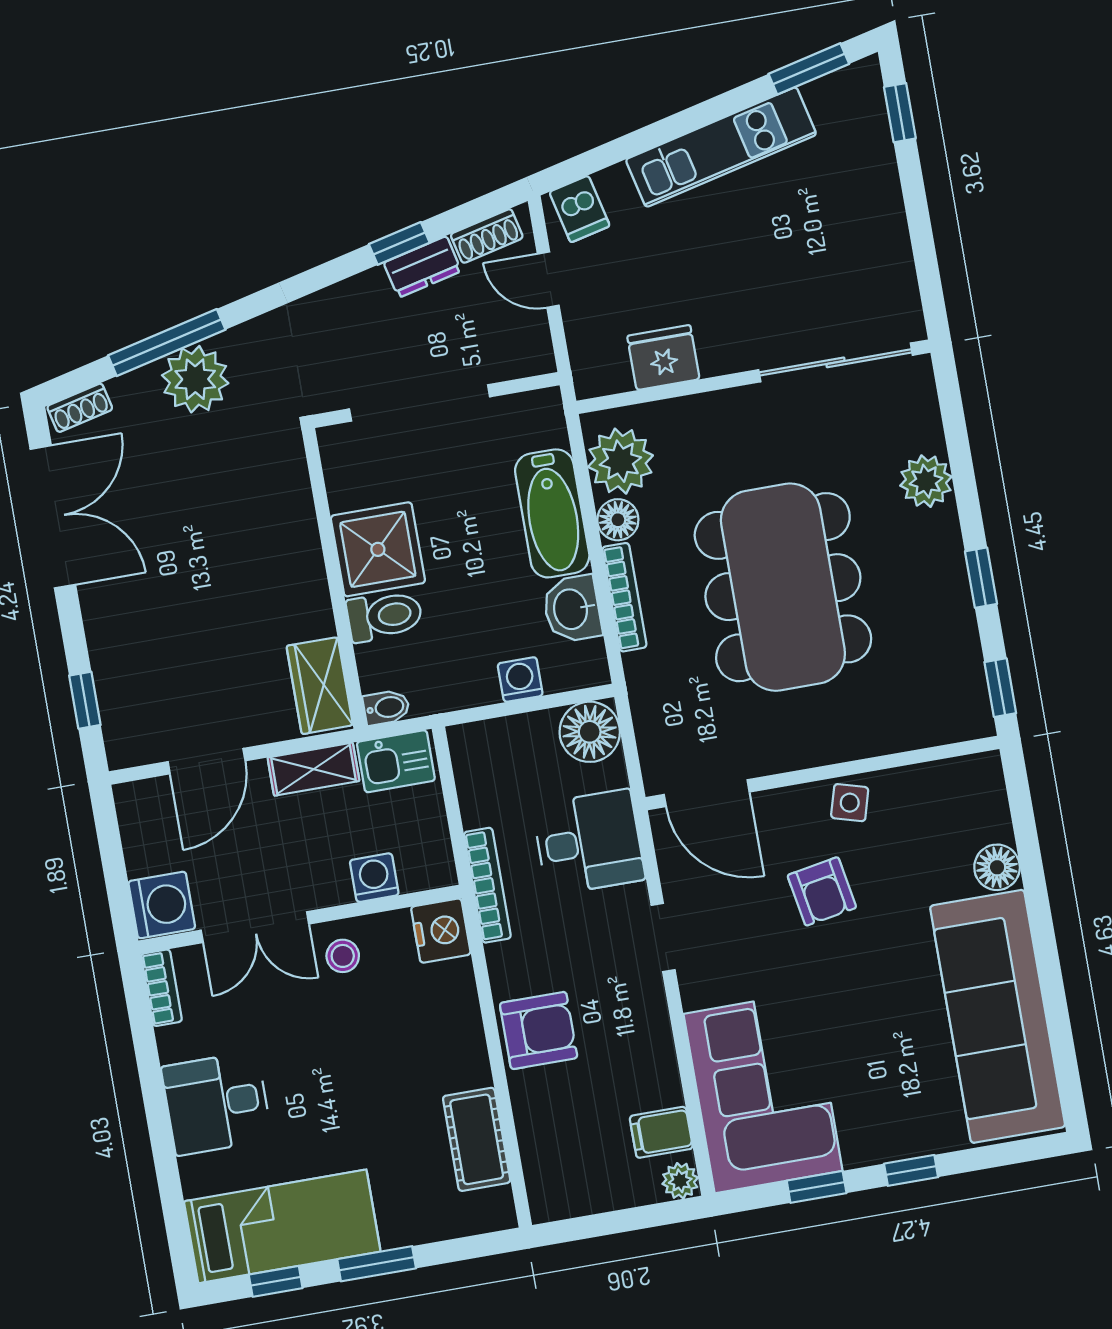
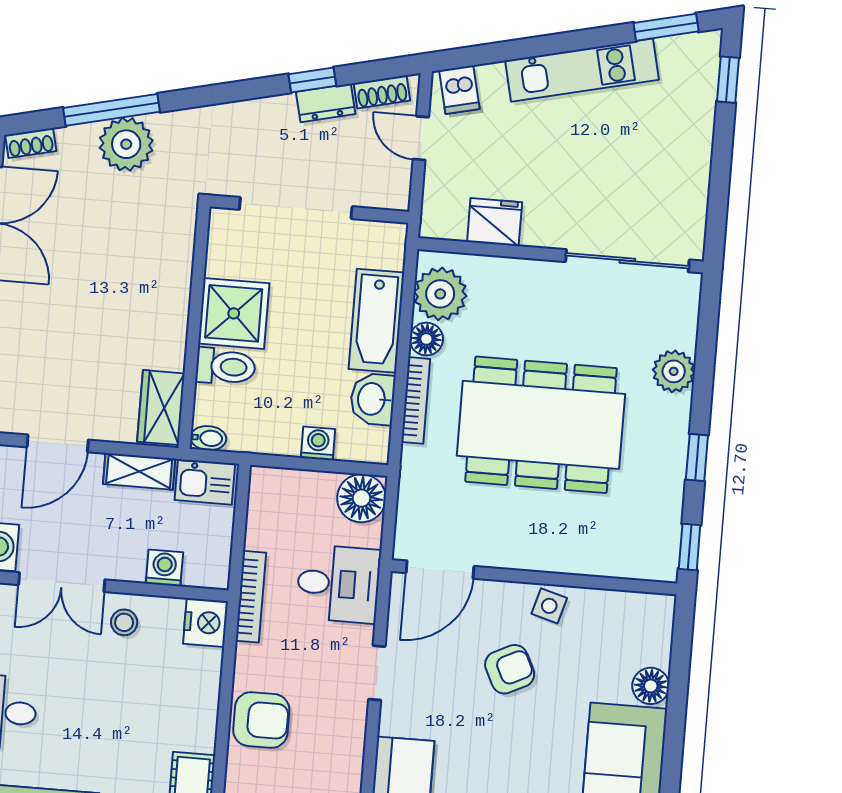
dining table: (783, 587) -> (541, 425), turned 90
door: (707, 793) -> (440, 570), hinge flipped
armchair: (822, 891) -> (510, 669), turned -106

